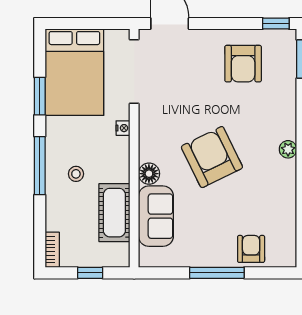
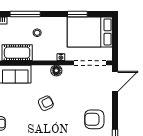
armchair: (212, 157) -> (46, 103), width x0.53, depth x0.53
window: (40, 166) -> (25, 14), moved
floor lamp: (149, 174) -> (56, 71), moved

